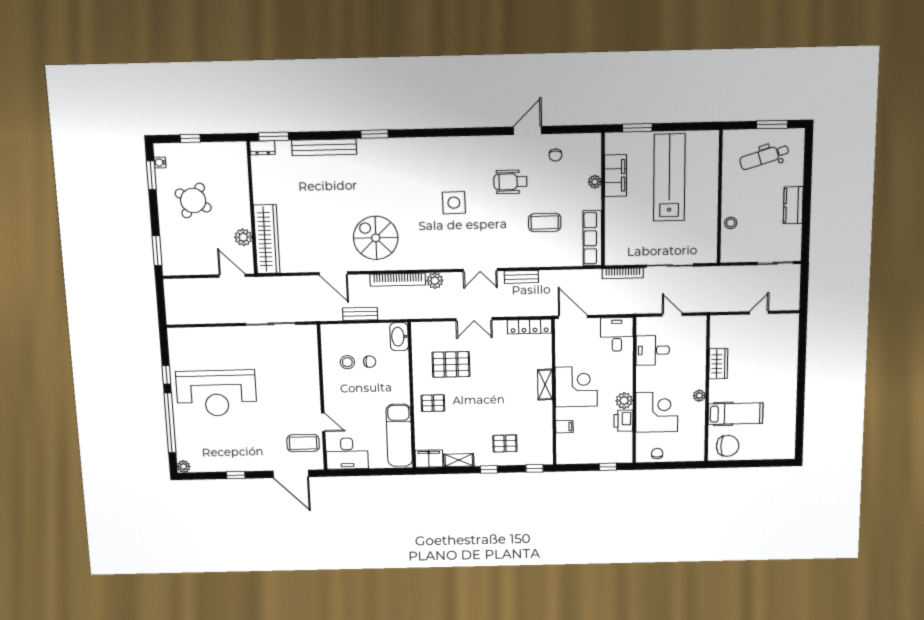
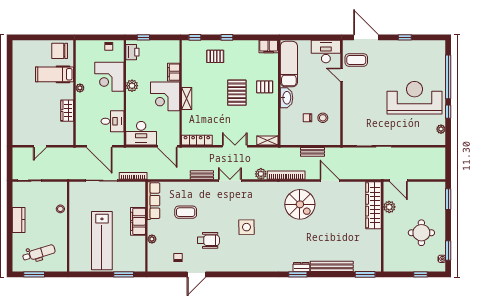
dresser: (262, 148) -> (301, 267), moved
filing cabinet: (615, 176) -> (138, 221), moved
round table: (193, 200) -> (421, 233), turned -30
door: (672, 315) -> (99, 146), width x1.88
desk: (617, 334) -> (141, 133), width x1.37
washbasin: (399, 337) -> (286, 98), moved
pallet: (451, 364) -> (237, 93), moved, turned 90
printer: (623, 421) -> (132, 52), moved
filing cabinet: (564, 427) -> (174, 72), width x2.00
shelving: (459, 460) -> (267, 140), moved
plant: (184, 467) -> (441, 129), moved

